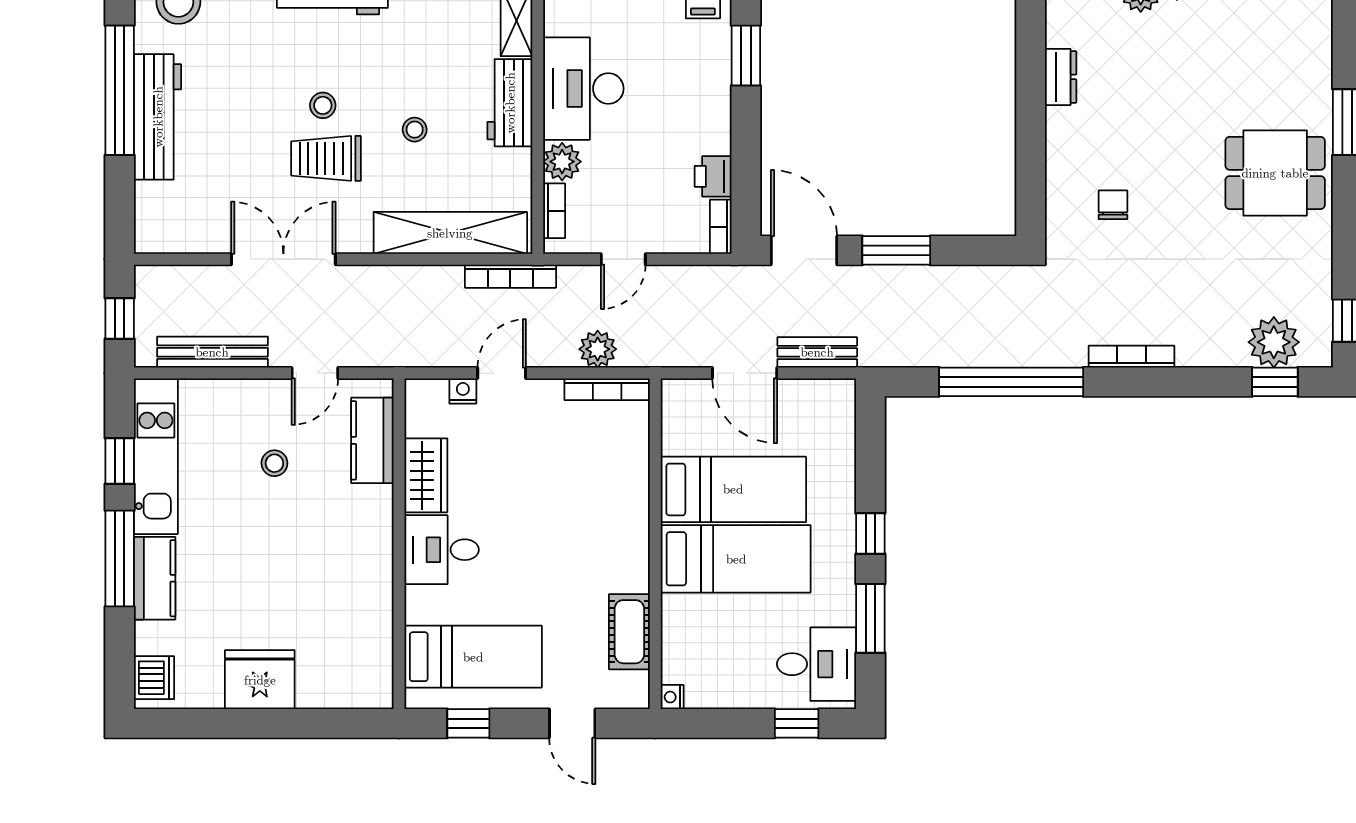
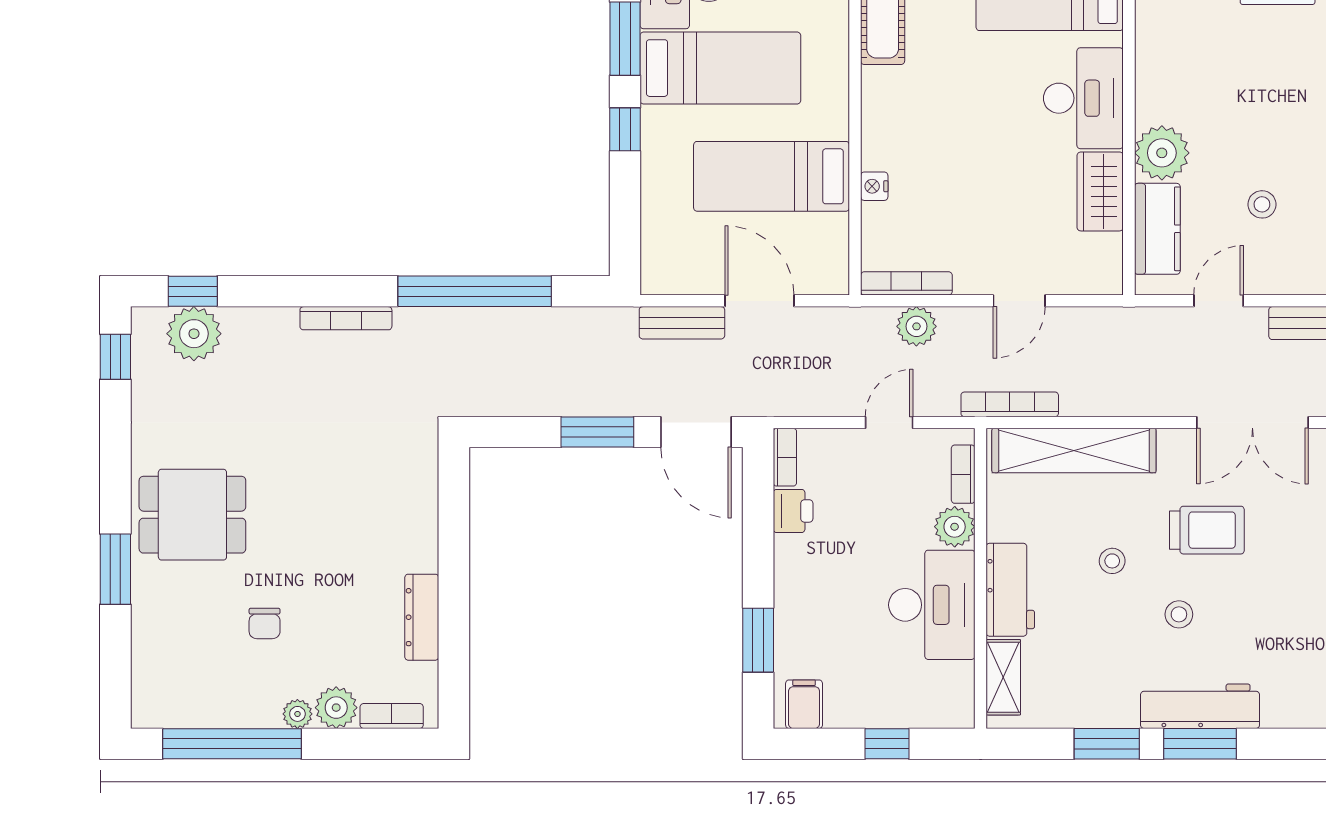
dresser: (1061, 77) -> (422, 617), width x1.44
stool: (323, 105) -> (1179, 614), moved
chair: (1113, 205) -> (265, 623), moved
nightstand: (463, 391) -> (874, 186), moved, turned 90
plant: (368, 511) -> (1162, 153), added
desk: (442, 550) -> (1083, 98), width x1.37
bed: (736, 559) -> (720, 68), moved, turned 180

